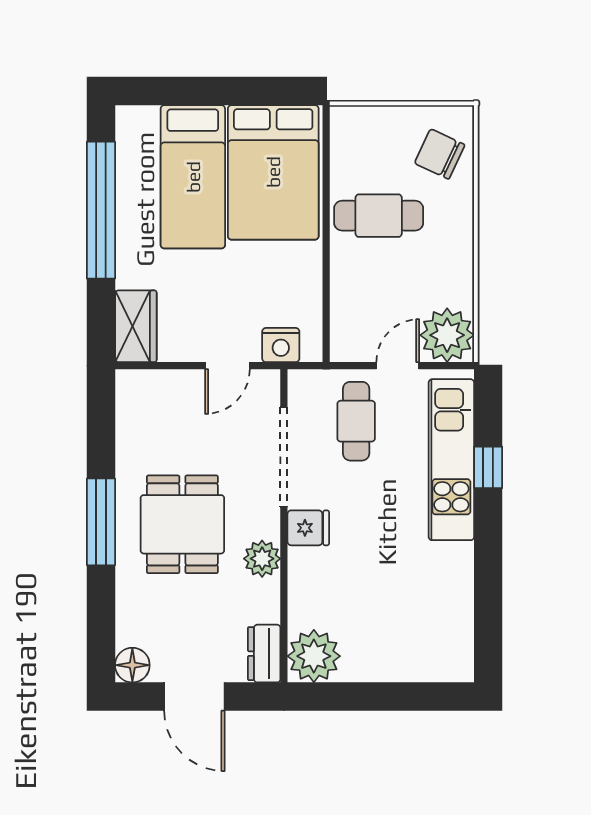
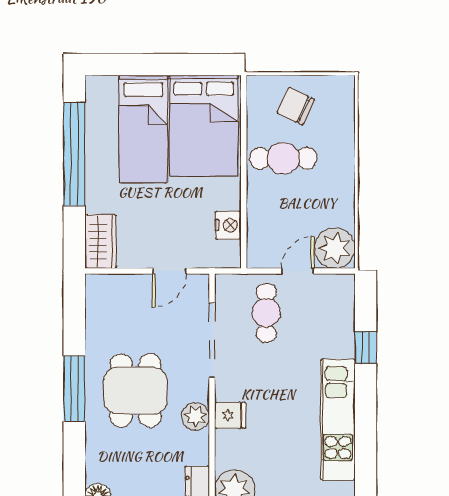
chair: (440, 154) -> (296, 106), moved
nightstand: (281, 345) -> (228, 225), moved, turned -90
kitchen unit: (451, 460) -> (338, 420), moved
fridge: (308, 528) -> (230, 415), moved

